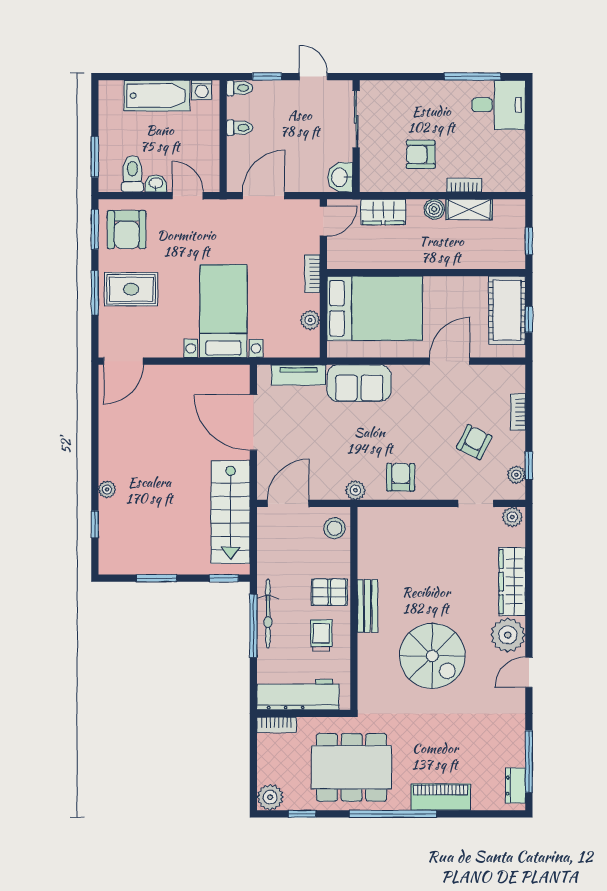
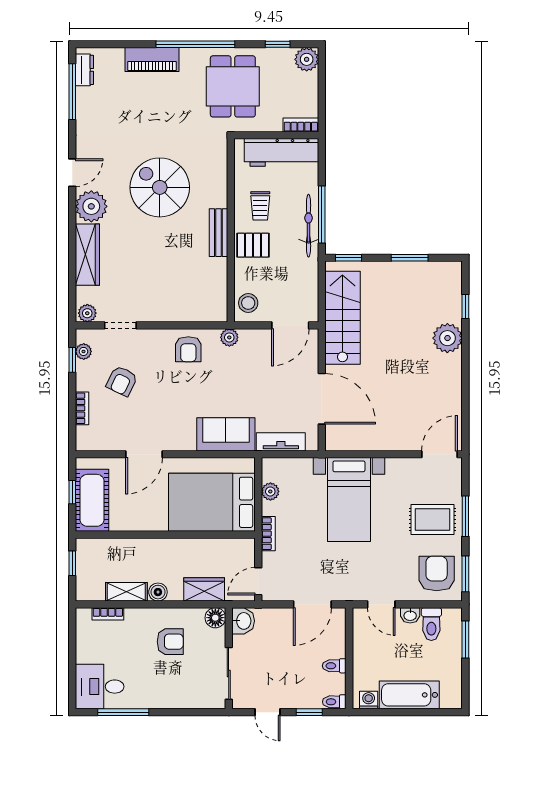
floor lamp: (371, 181) -> (215, 618), added
bookcase: (464, 185) -> (108, 614), moved
plant: (107, 489) -> (447, 338), width x1.87, depth x1.87
dining table: (352, 767) -> (233, 86), width x0.73

